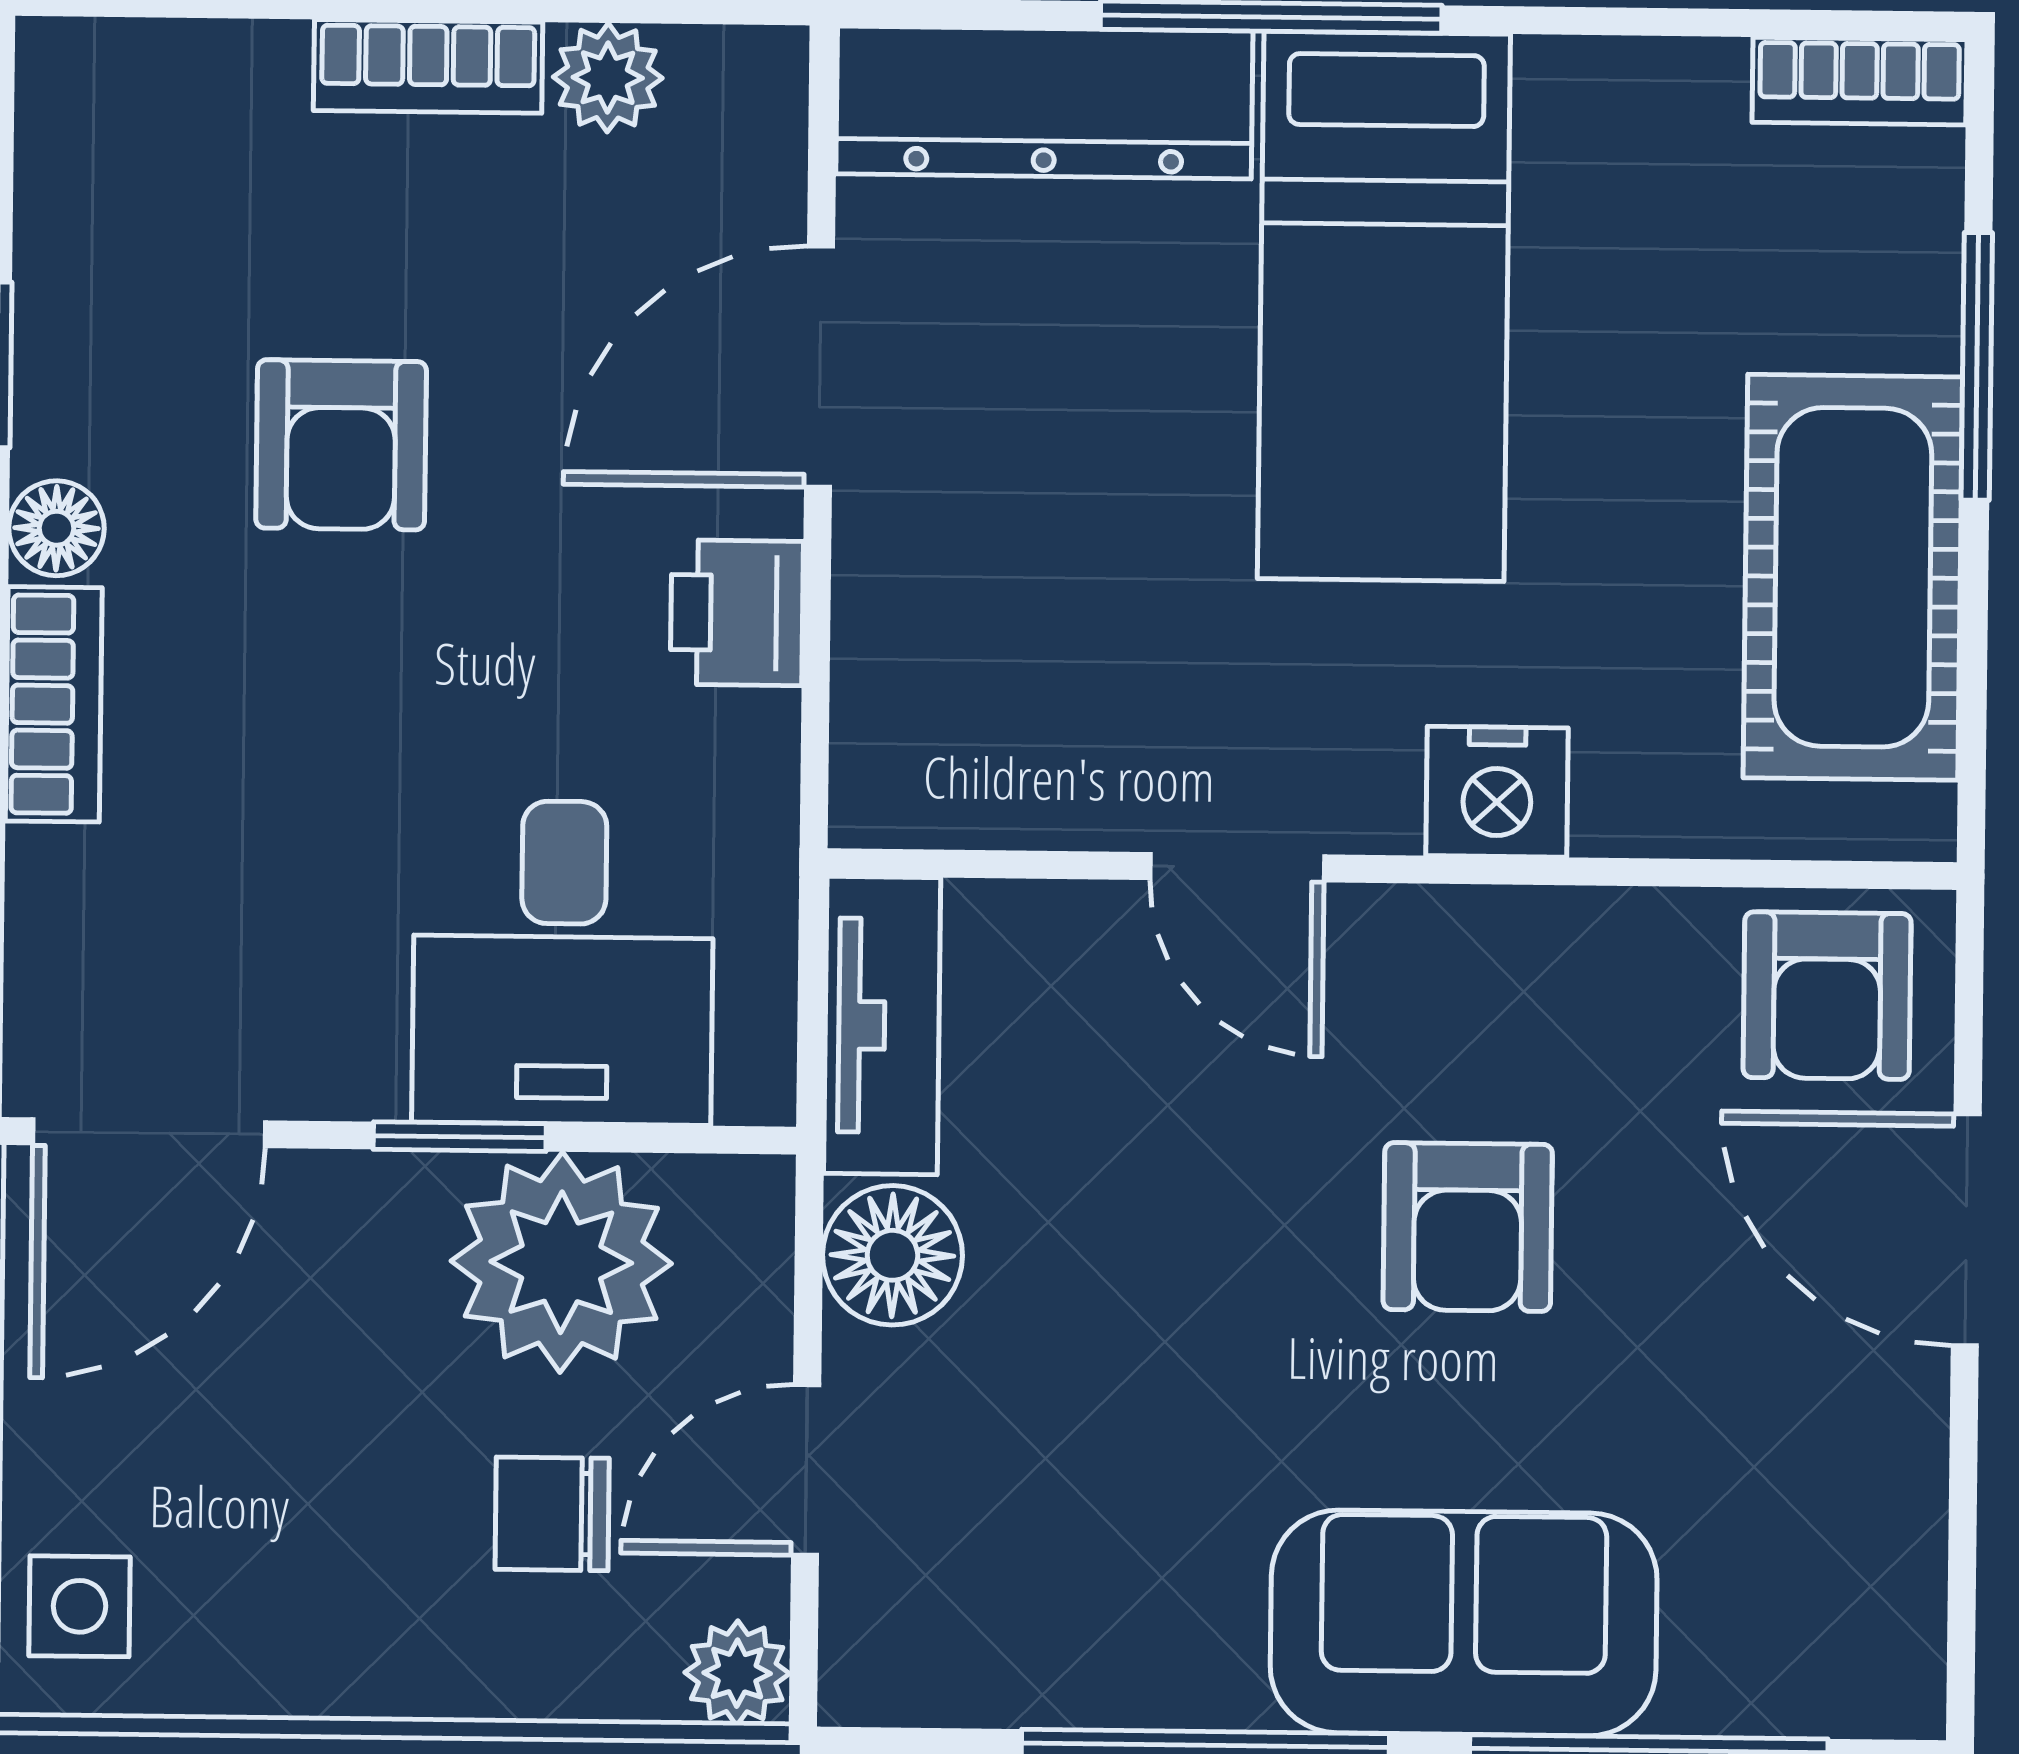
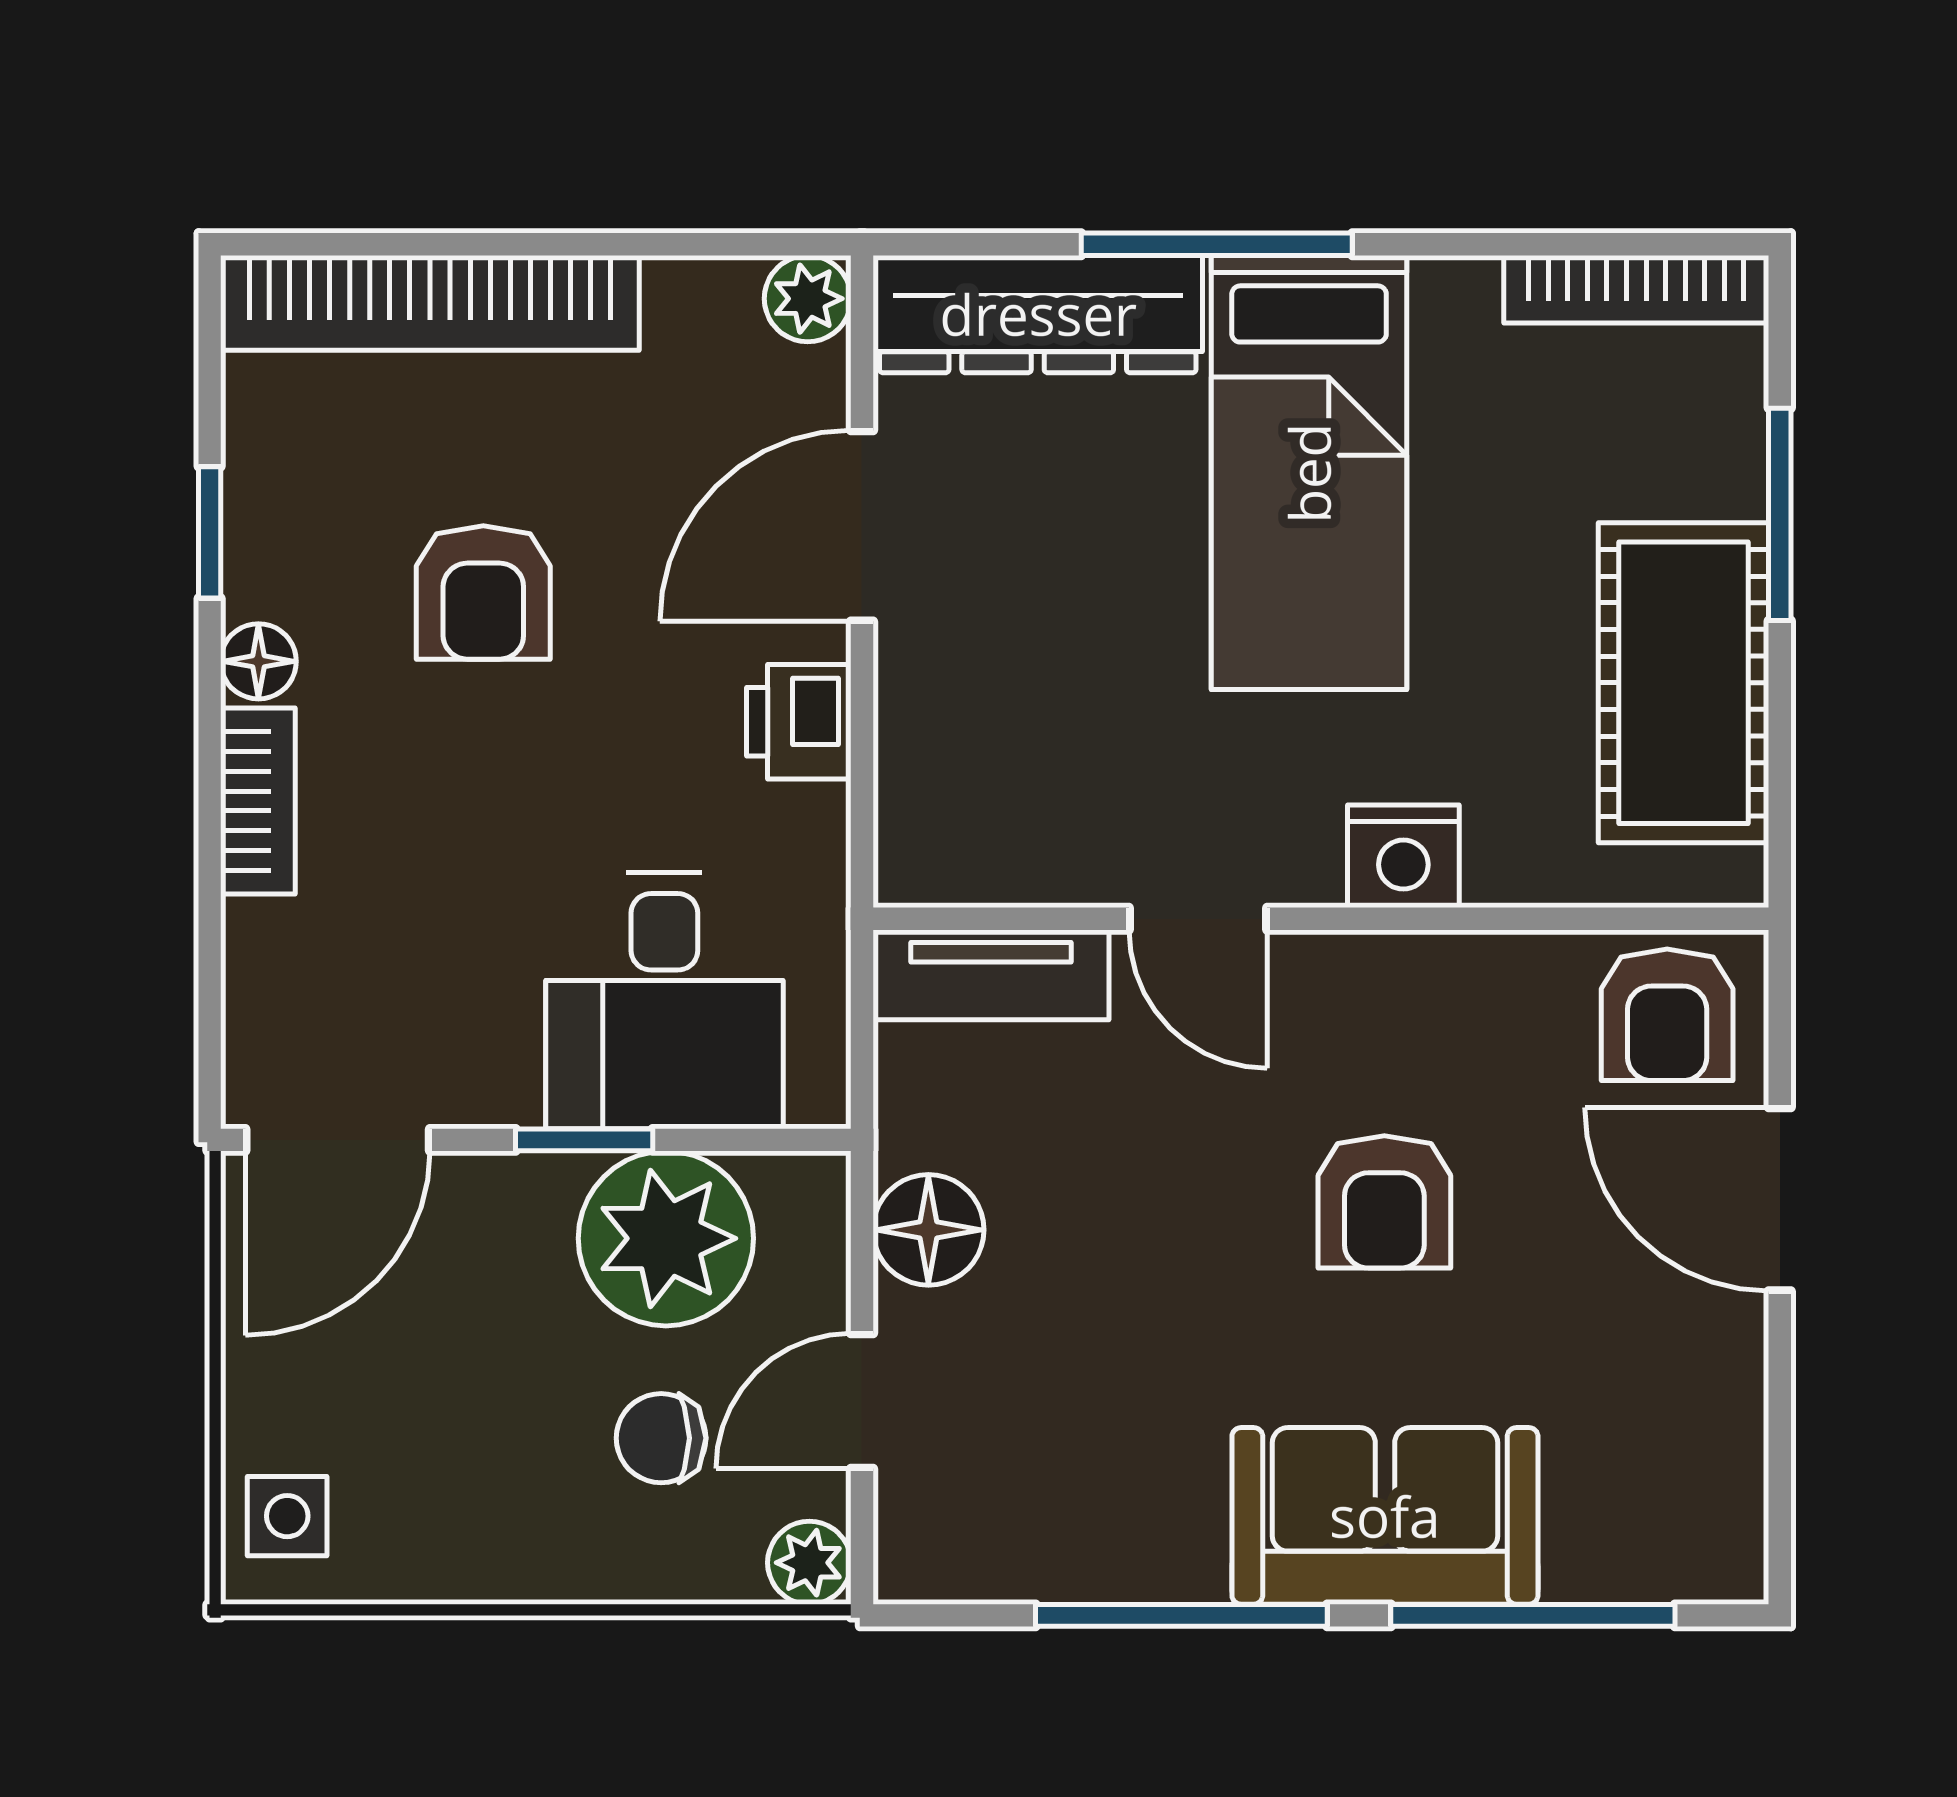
bookcase: (428, 66) -> (430, 303), width x2.31, depth x1.31
plant: (608, 78) -> (808, 299), moved
bookcase: (1859, 81) -> (1636, 289), width x1.56
tv unit: (882, 1025) -> (991, 975), moved, turned 90

